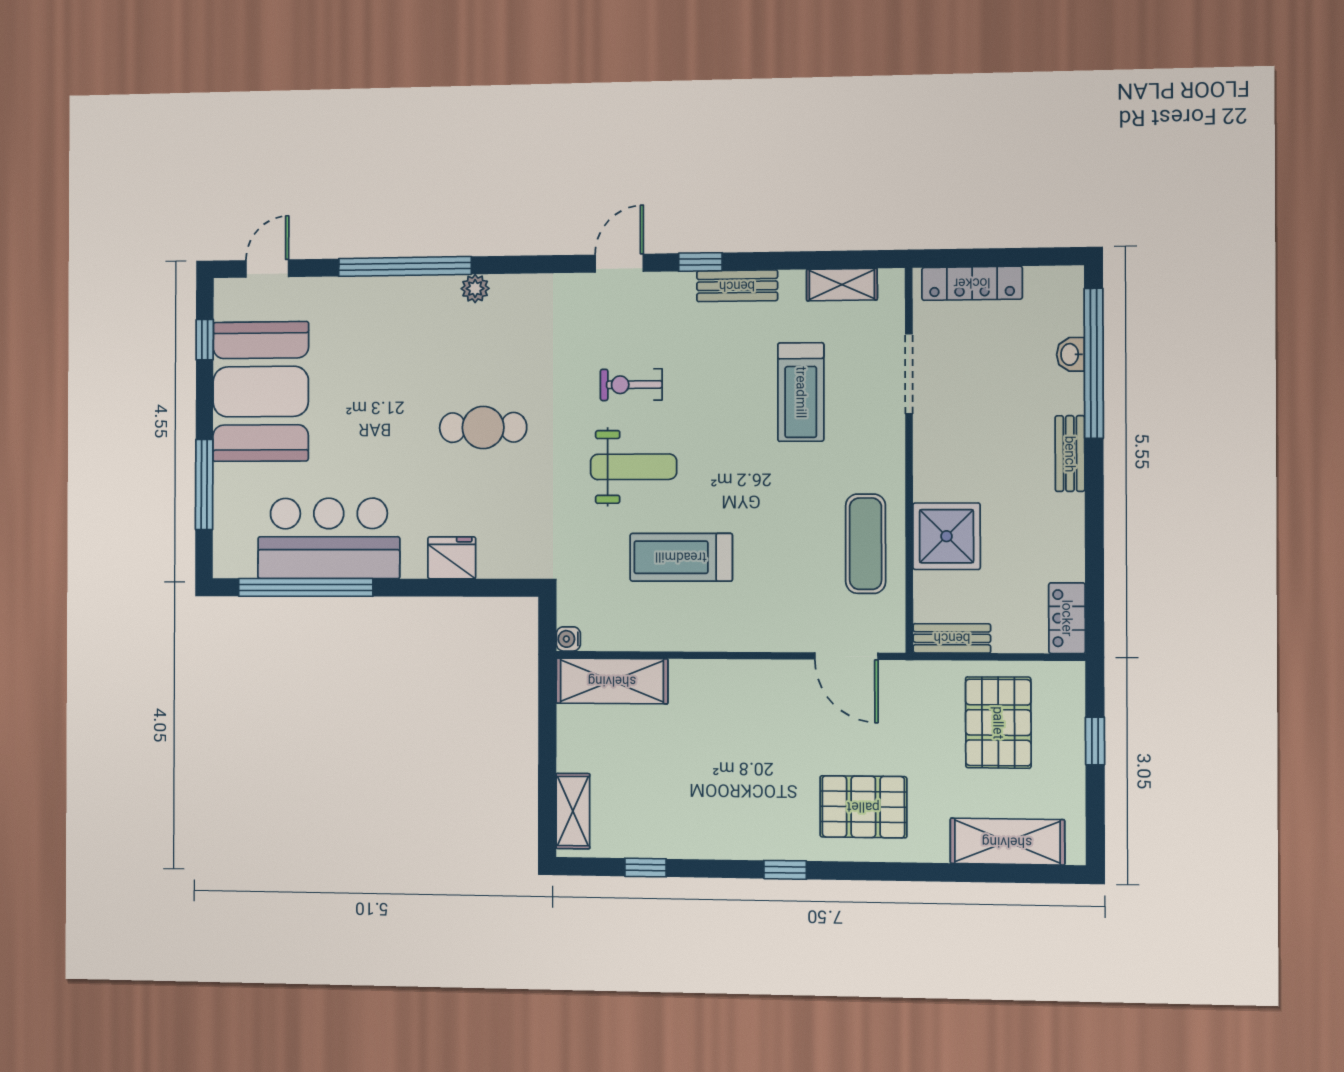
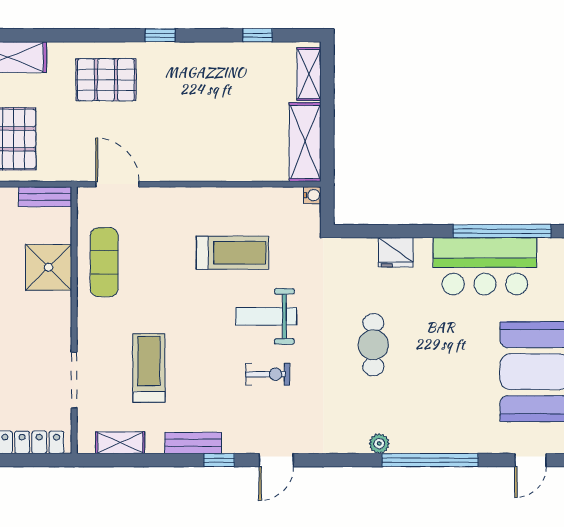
cafe table: (483, 427) -> (373, 345), turned 90
shelving: (612, 681) -> (305, 142), moved, turned 90

